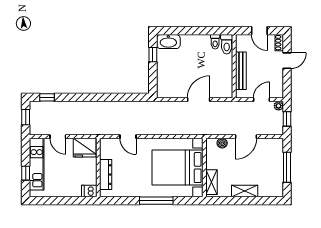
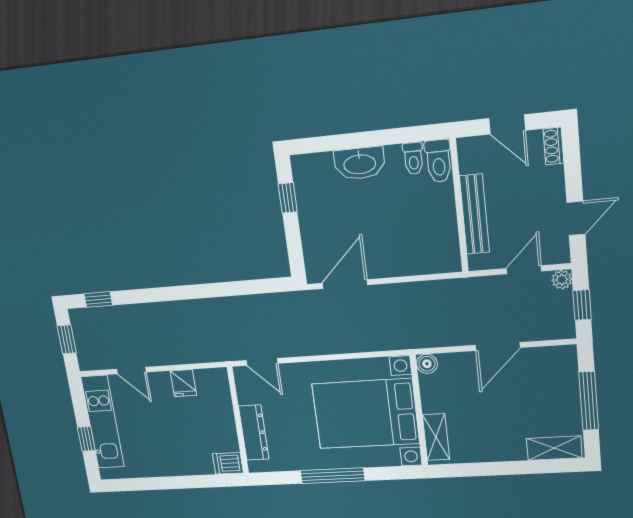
washbasin: (168, 42) -> (360, 163), moved
door: (287, 61) -> (576, 218), moved
door: (199, 100) -> (345, 284), moved
boiler: (222, 143) -> (427, 364), moved
fridge: (85, 148) -> (183, 383), width x0.53, depth x0.75
wall: (98, 167) -> (238, 421), moved
dresser: (106, 175) -> (254, 433), moved
dishwasher: (89, 191) -> (228, 463), moved
shelving: (245, 191) -> (554, 448), moved

